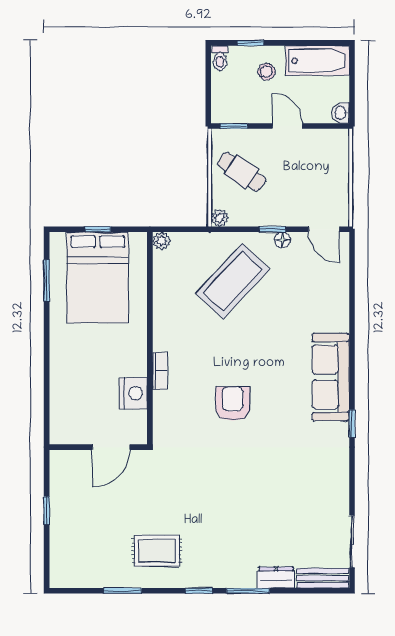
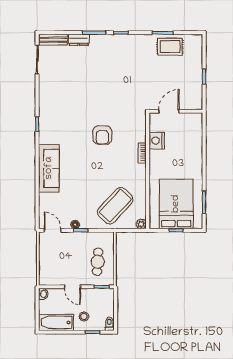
cafe table: (241, 172) -> (98, 262), turned 60
plant: (220, 218) -> (109, 237), removed
coffee table: (233, 281) -> (115, 206), moved
sofa: (331, 377) -> (49, 168), moved
rug: (157, 551) -> (170, 47), moved

